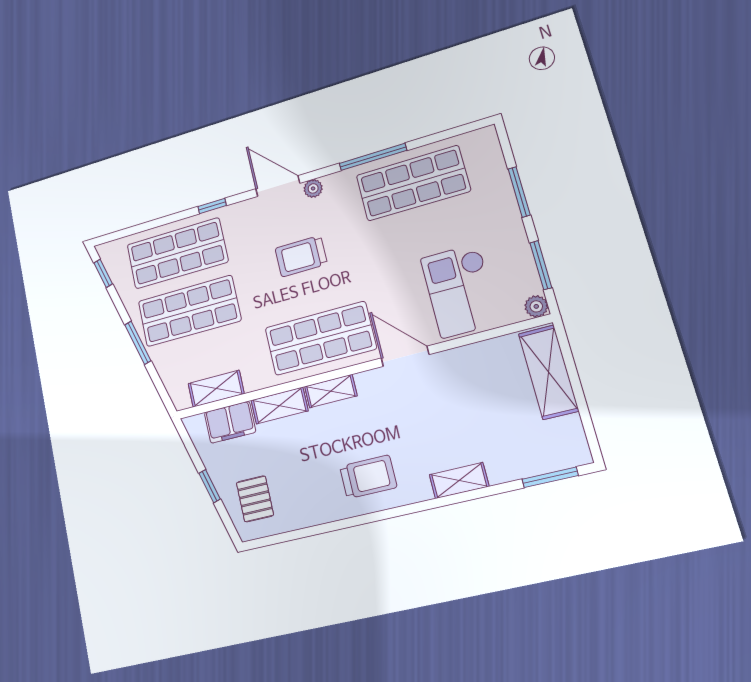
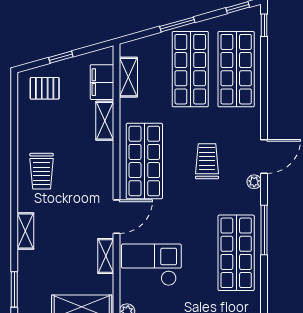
window: (212, 206) -> (264, 25), moved
shelving: (331, 391) -> (106, 256), moved

